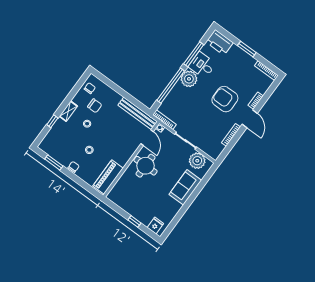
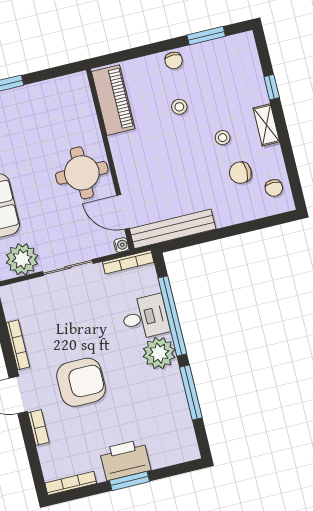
printer: (220, 42) -> (125, 460), moved
desk: (202, 65) -> (145, 317), moved

